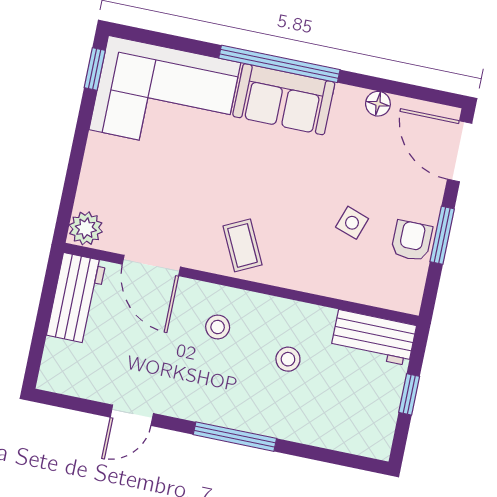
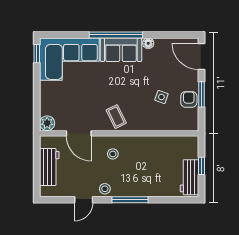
floor lamp: (378, 104) -> (148, 43), moved
workbench: (76, 298) -> (49, 167), moved
workbench: (373, 338) -> (189, 177), moved, turned 90
stool: (288, 359) -> (105, 189), moved

